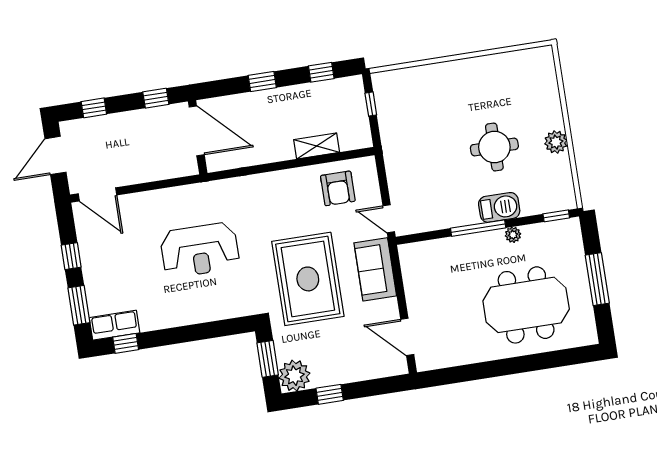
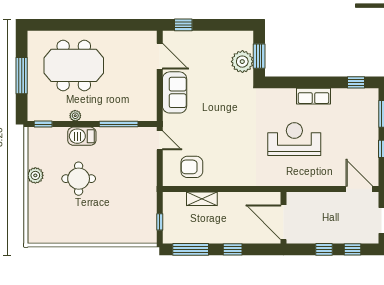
window: (321, 72) -> (191, 249), width x2.17
window: (156, 98) -> (324, 249), moved
armchair: (338, 188) -> (192, 167), turned -90
window: (478, 228) -> (119, 124), moved
sofa: (375, 269) -> (175, 92), moved
rug: (308, 279) -> (222, 107), removed
row of seats: (115, 325) -> (313, 96), moved
plant: (294, 376) -> (242, 62), moved
window: (330, 394) -> (183, 25), moved

